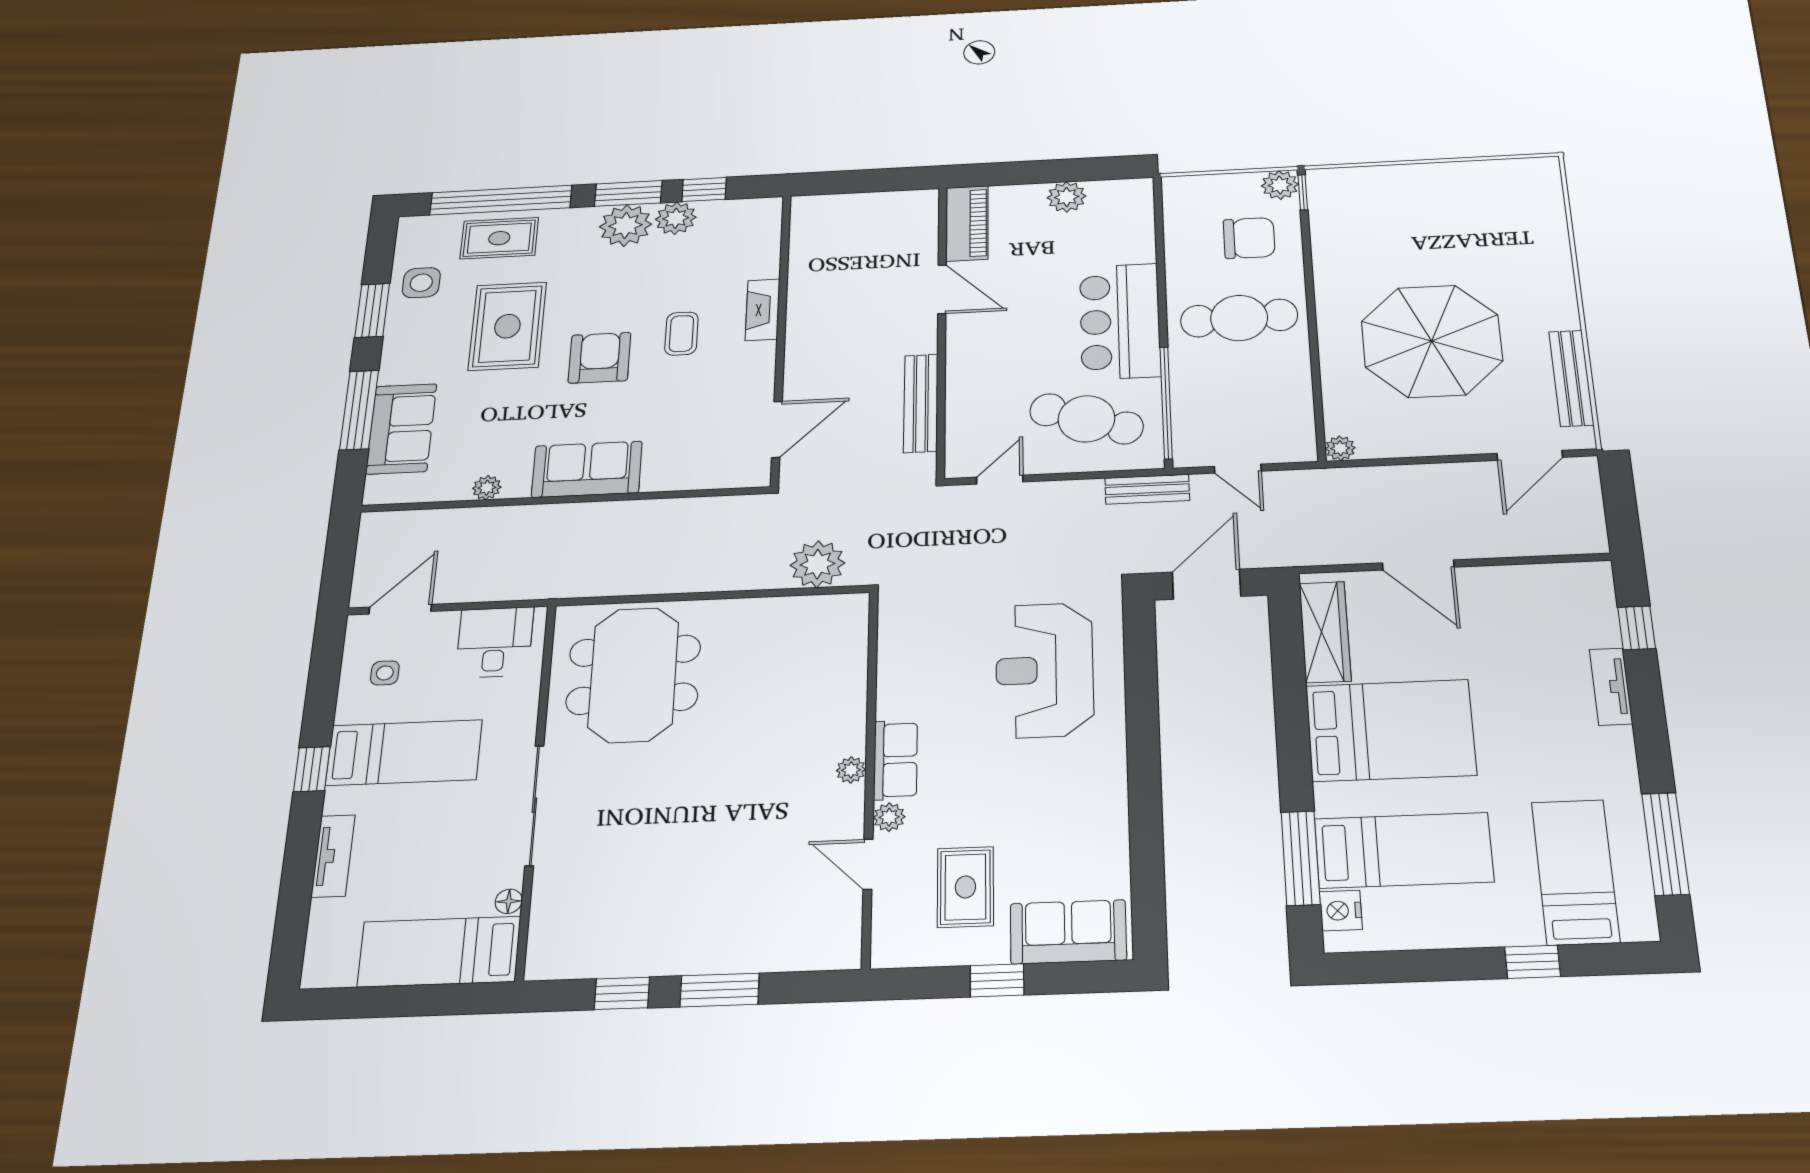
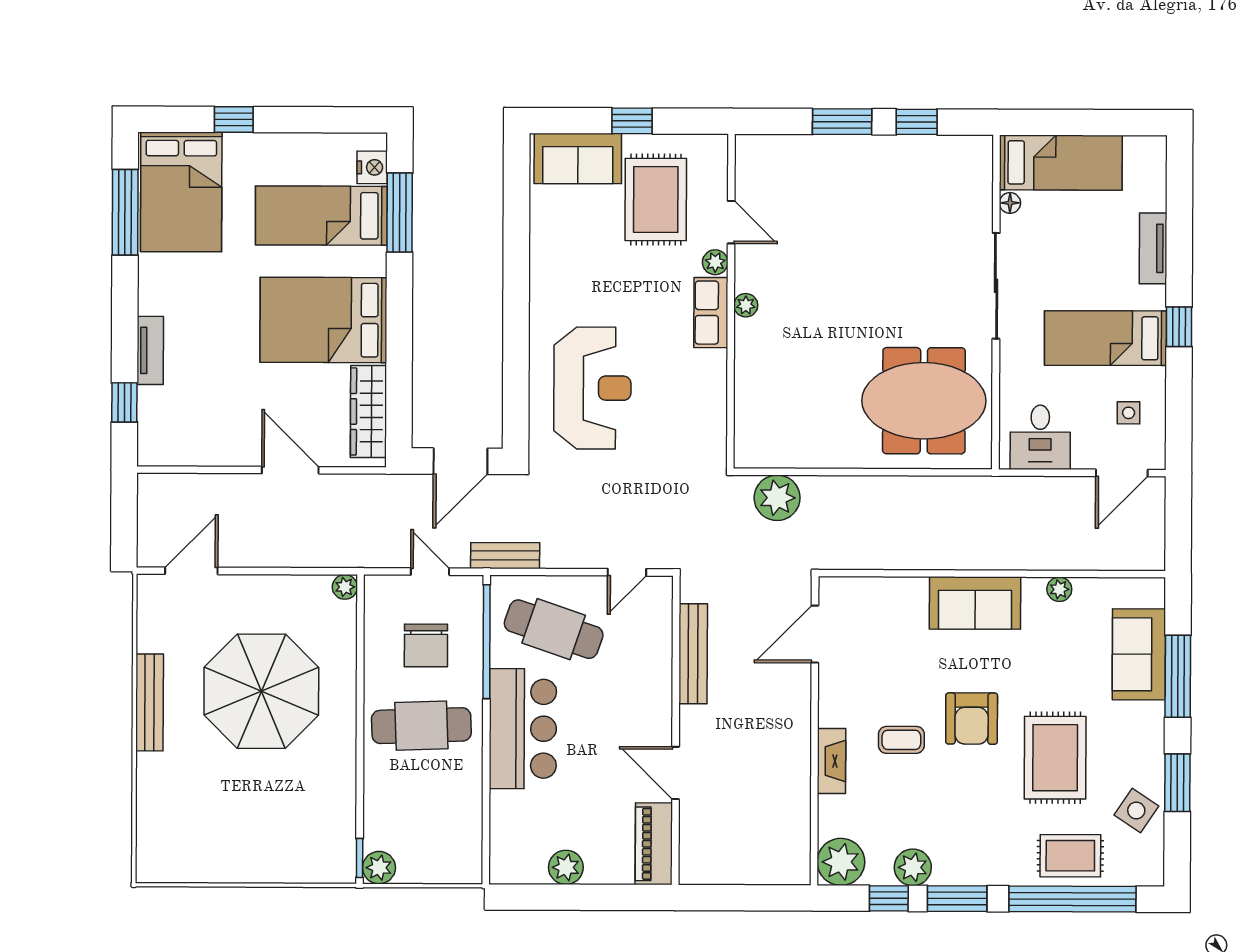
plant: (626, 225) -> (841, 862), moved
chair: (1249, 238) -> (426, 645), moved, turned -90
side table: (421, 283) -> (1136, 810), turned 34
coffee table: (681, 334) -> (901, 740), turned 90
bench: (1571, 378) -> (150, 702), moved
meeting table: (633, 675) -> (924, 401), turned 90
bed: (1575, 872) -> (181, 192), width x1.50
rug: (965, 887) -> (656, 200), width x1.36, depth x1.43

